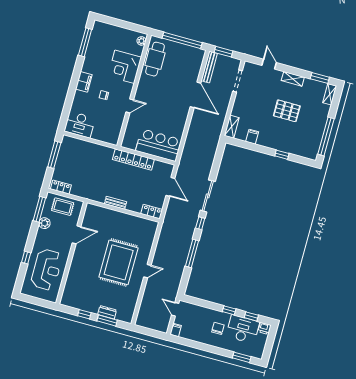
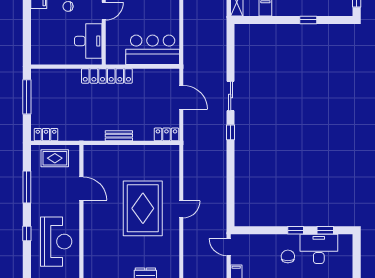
desk: (80, 125) -> (88, 41), moved, turned -90
locker: (133, 159) -> (107, 76), moved
sliding door: (208, 196) -> (231, 96), width x0.73
window: (39, 209) -> (27, 187), moved
plant: (44, 223) -> (38, 185), removed
door: (76, 235) -> (81, 188), hinge flipped
window: (192, 253) -> (231, 172), removed
printer: (265, 328) -> (346, 241), removed

